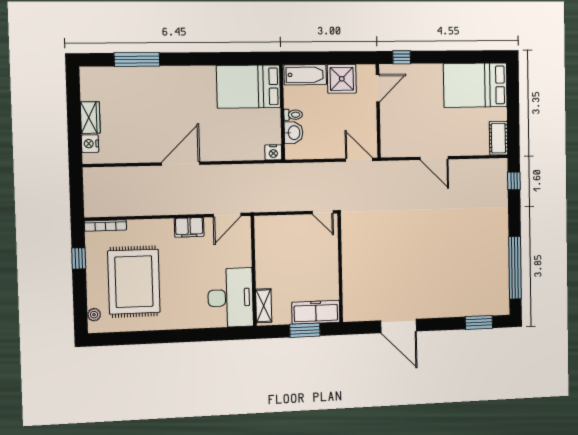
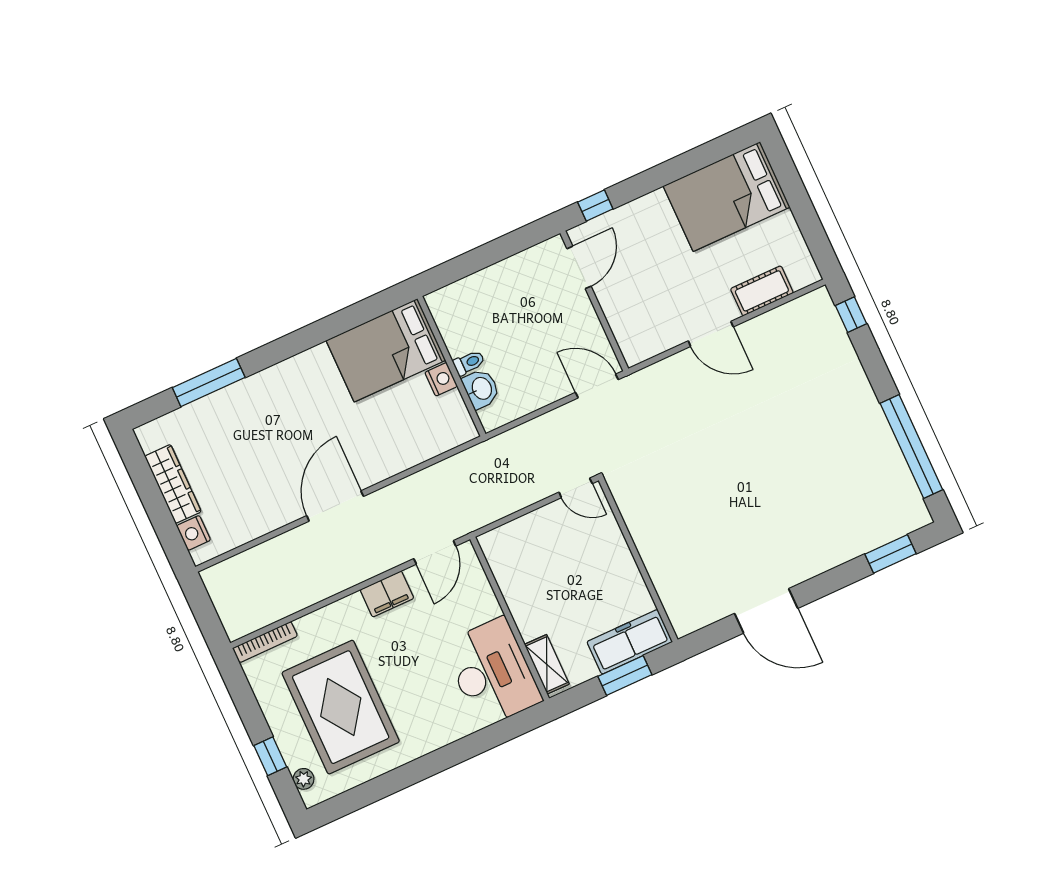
bathtub: (305, 75) -> (462, 296), removed
shower: (342, 79) -> (519, 278), removed
wardrobe: (90, 118) -> (173, 484), width x1.50
cot: (498, 138) -> (762, 291), moved, turned 90
nightstand: (273, 152) -> (441, 379), moved, turned -90
window: (79, 258) -> (270, 756), moved

